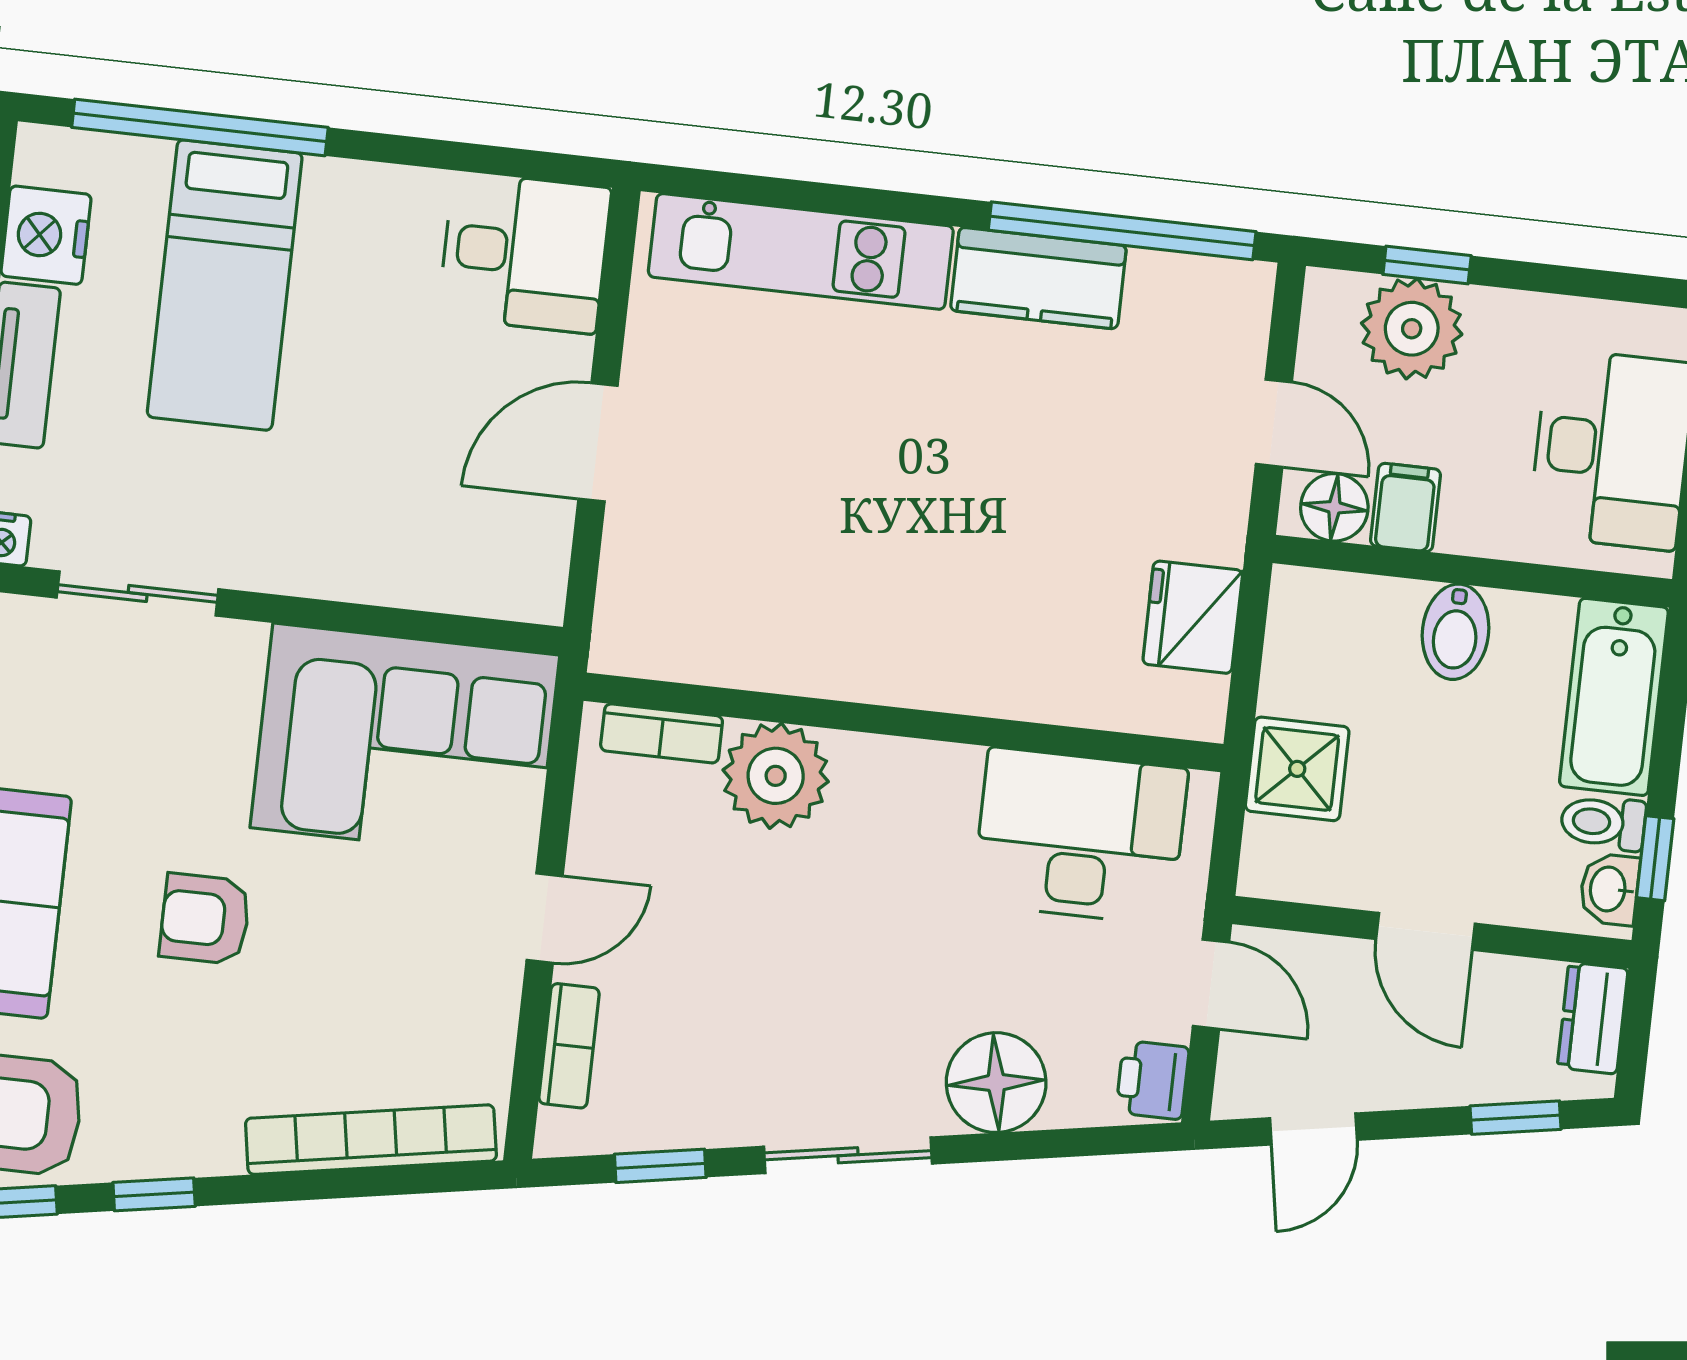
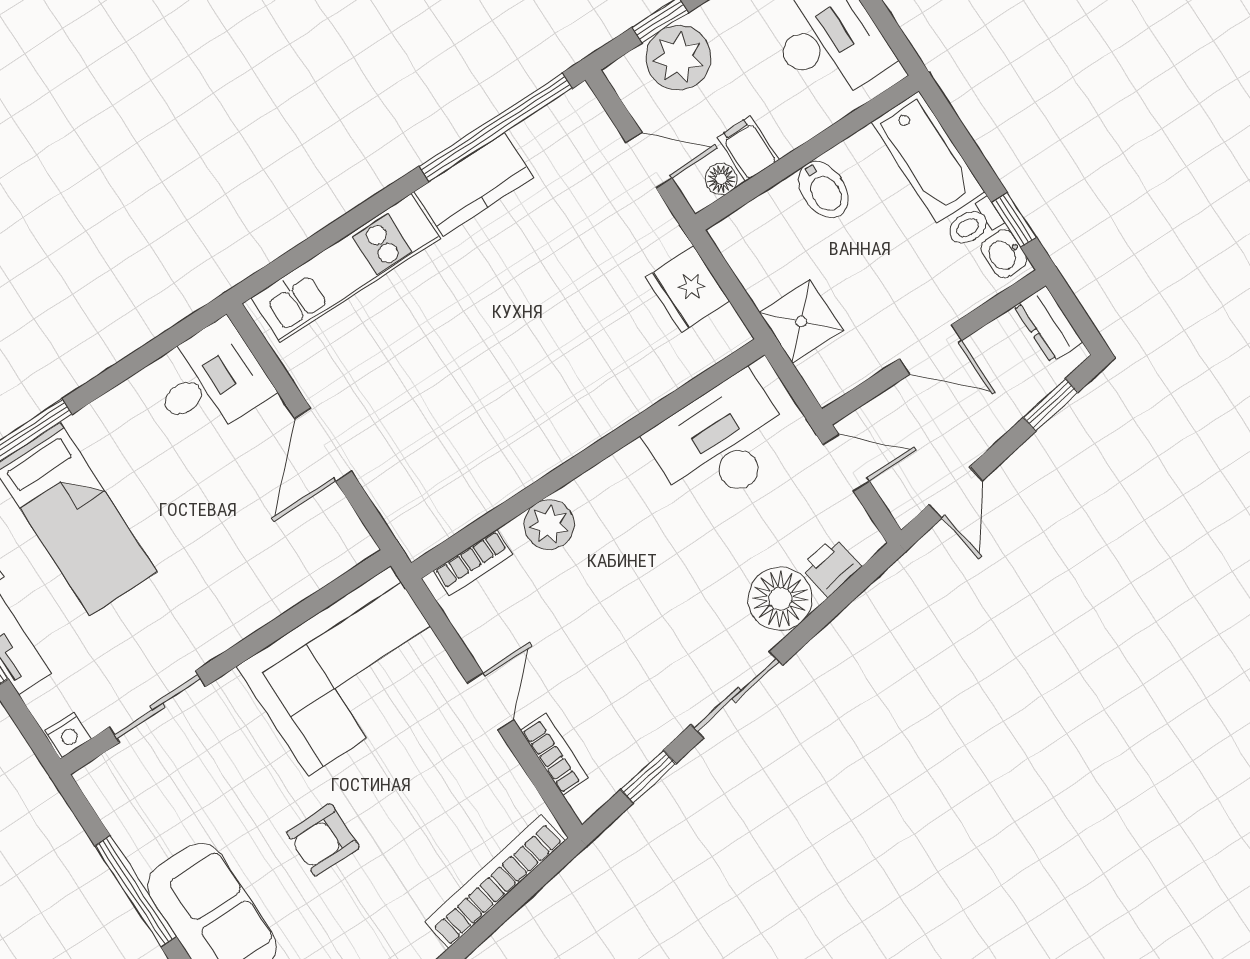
floor lamp: (1334, 507) -> (721, 179), width x0.73, depth x0.73
plant: (776, 776) -> (549, 525), width x0.73, depth x0.73
printer: (1152, 1080) -> (831, 567), moved, turned 80

